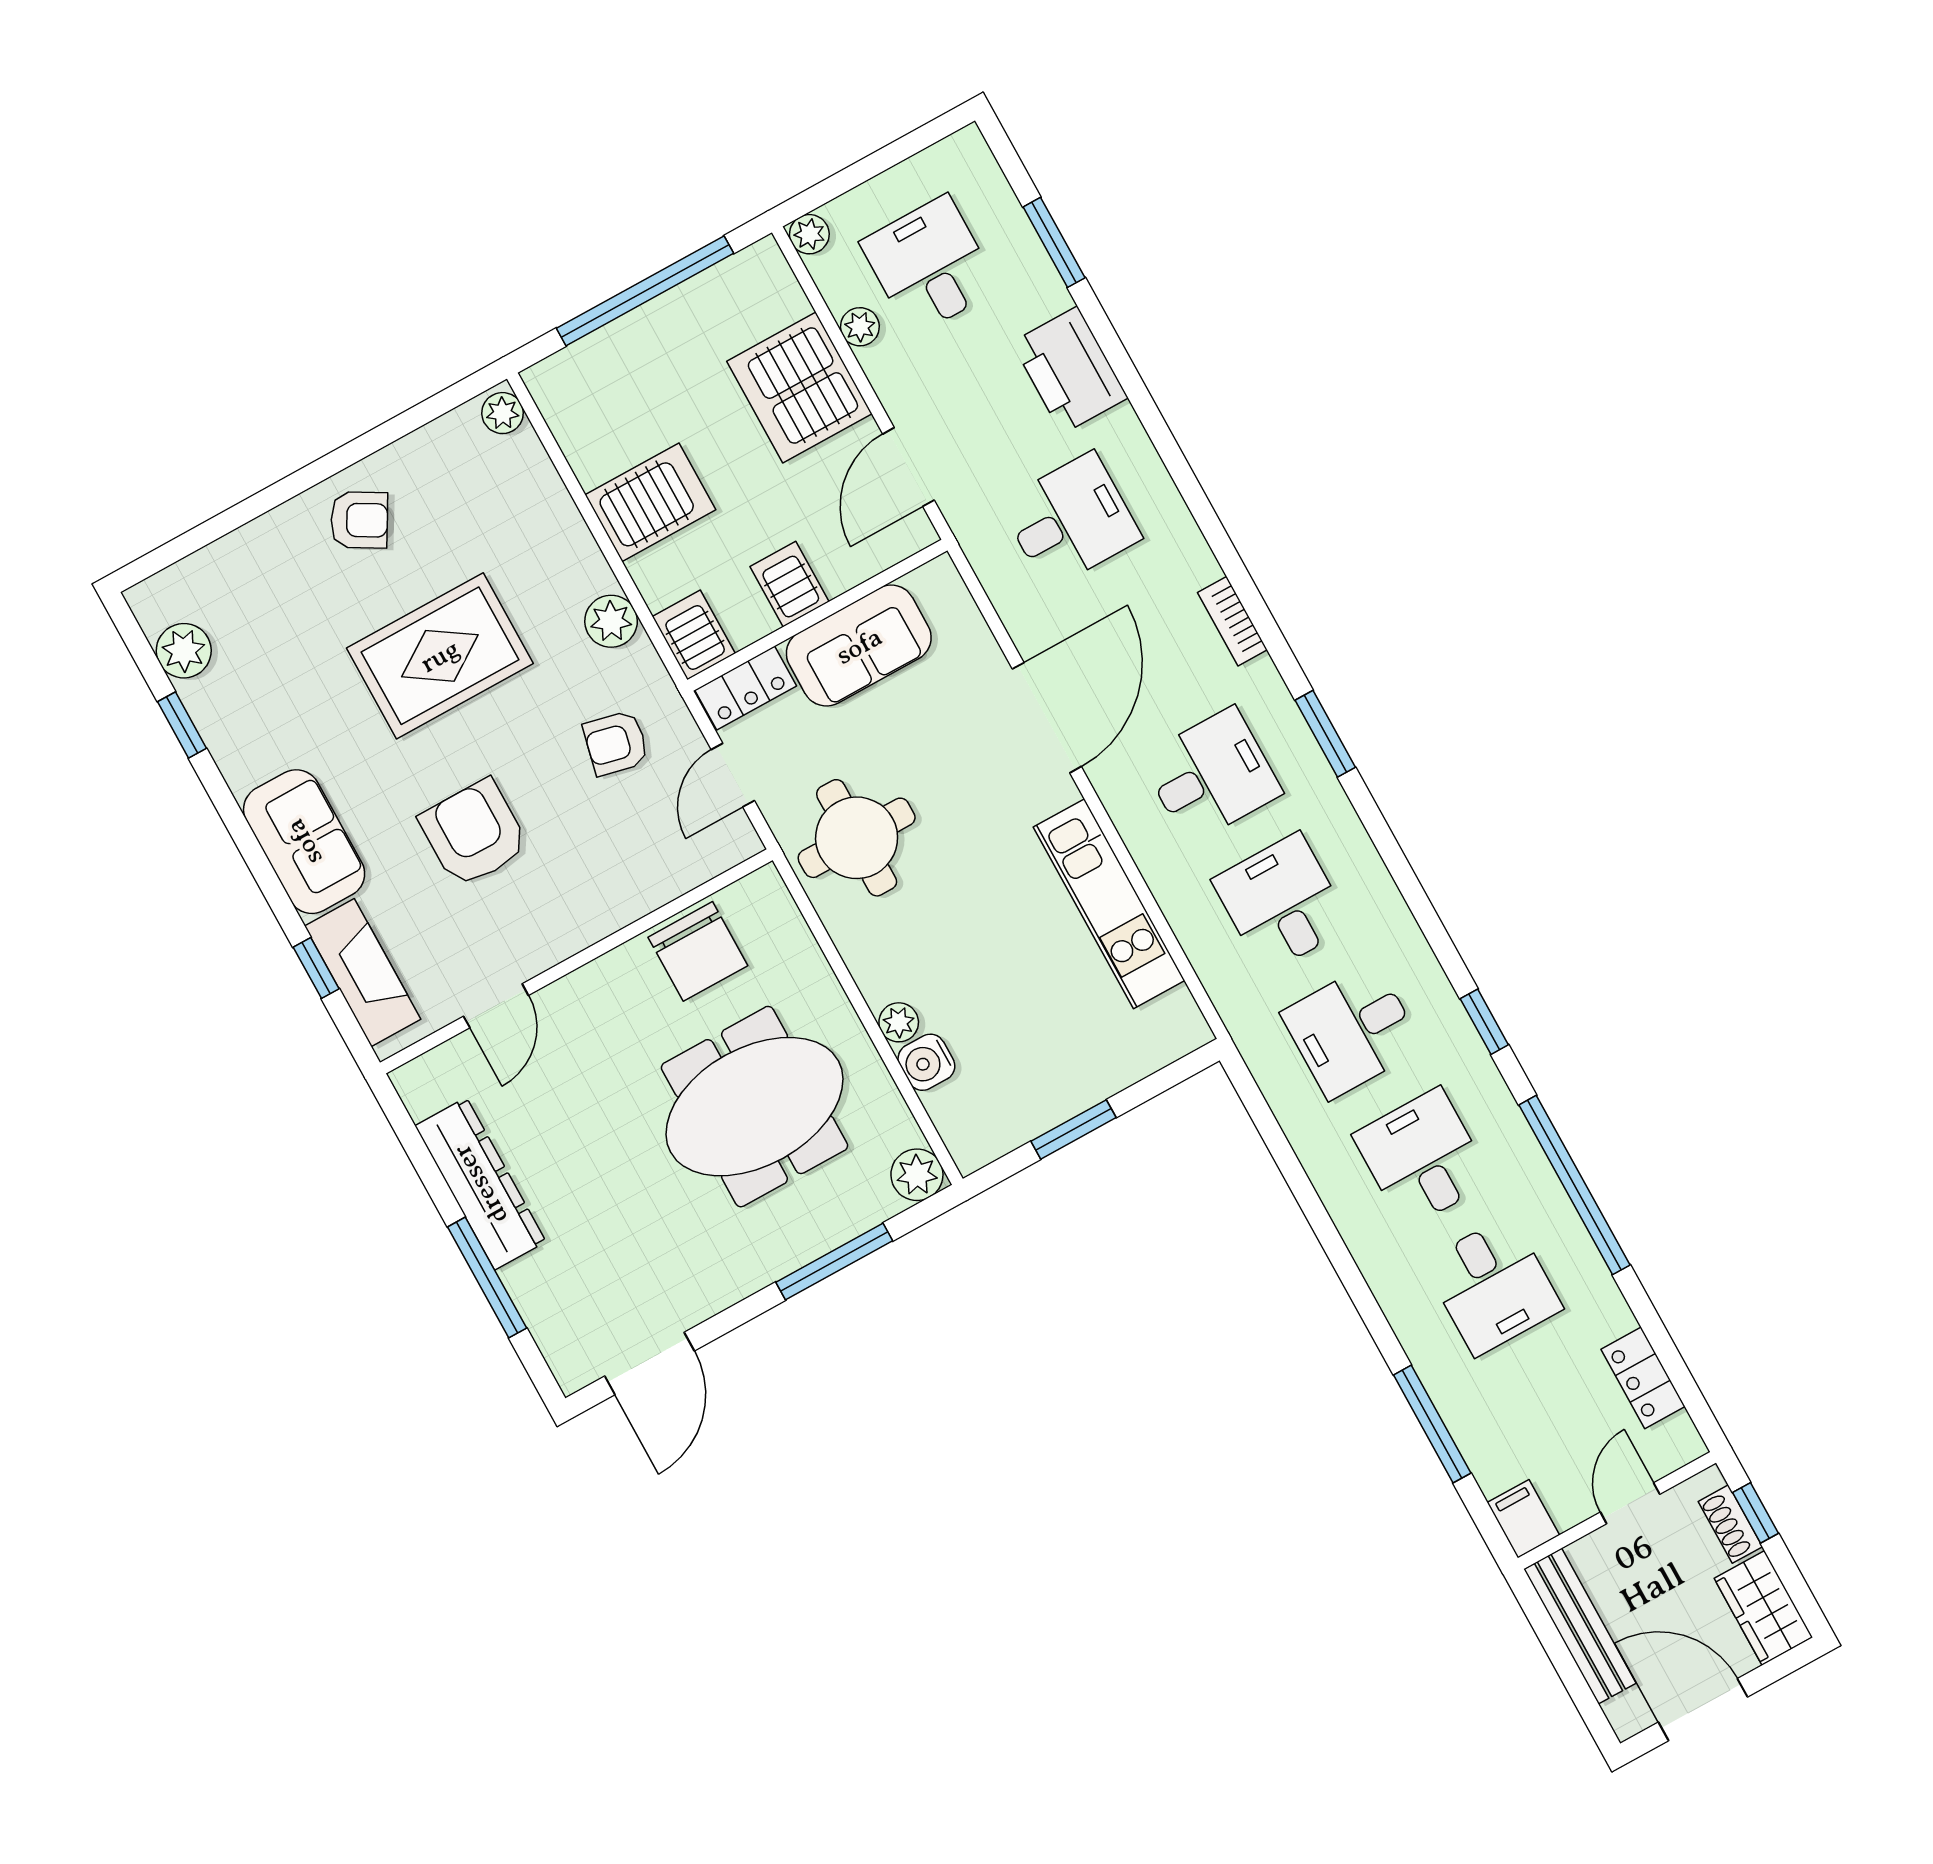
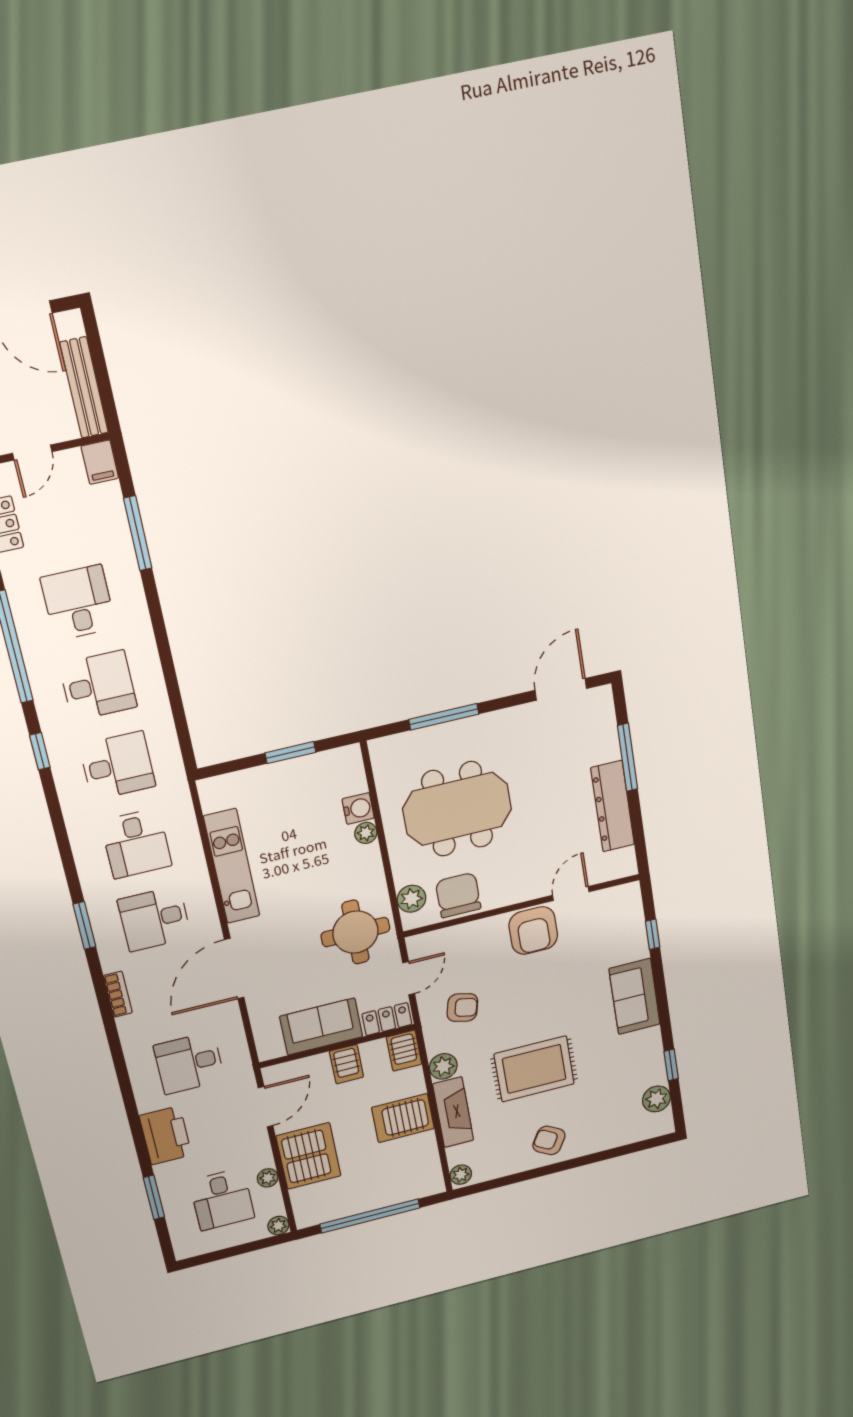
armchair: (474, 833) -> (533, 930), moved
fireplace: (363, 973) -> (453, 1112), moved, turned 180
desk: (1422, 1158) -> (98, 686), turned -90
plant: (917, 1175) -> (411, 899), moved

